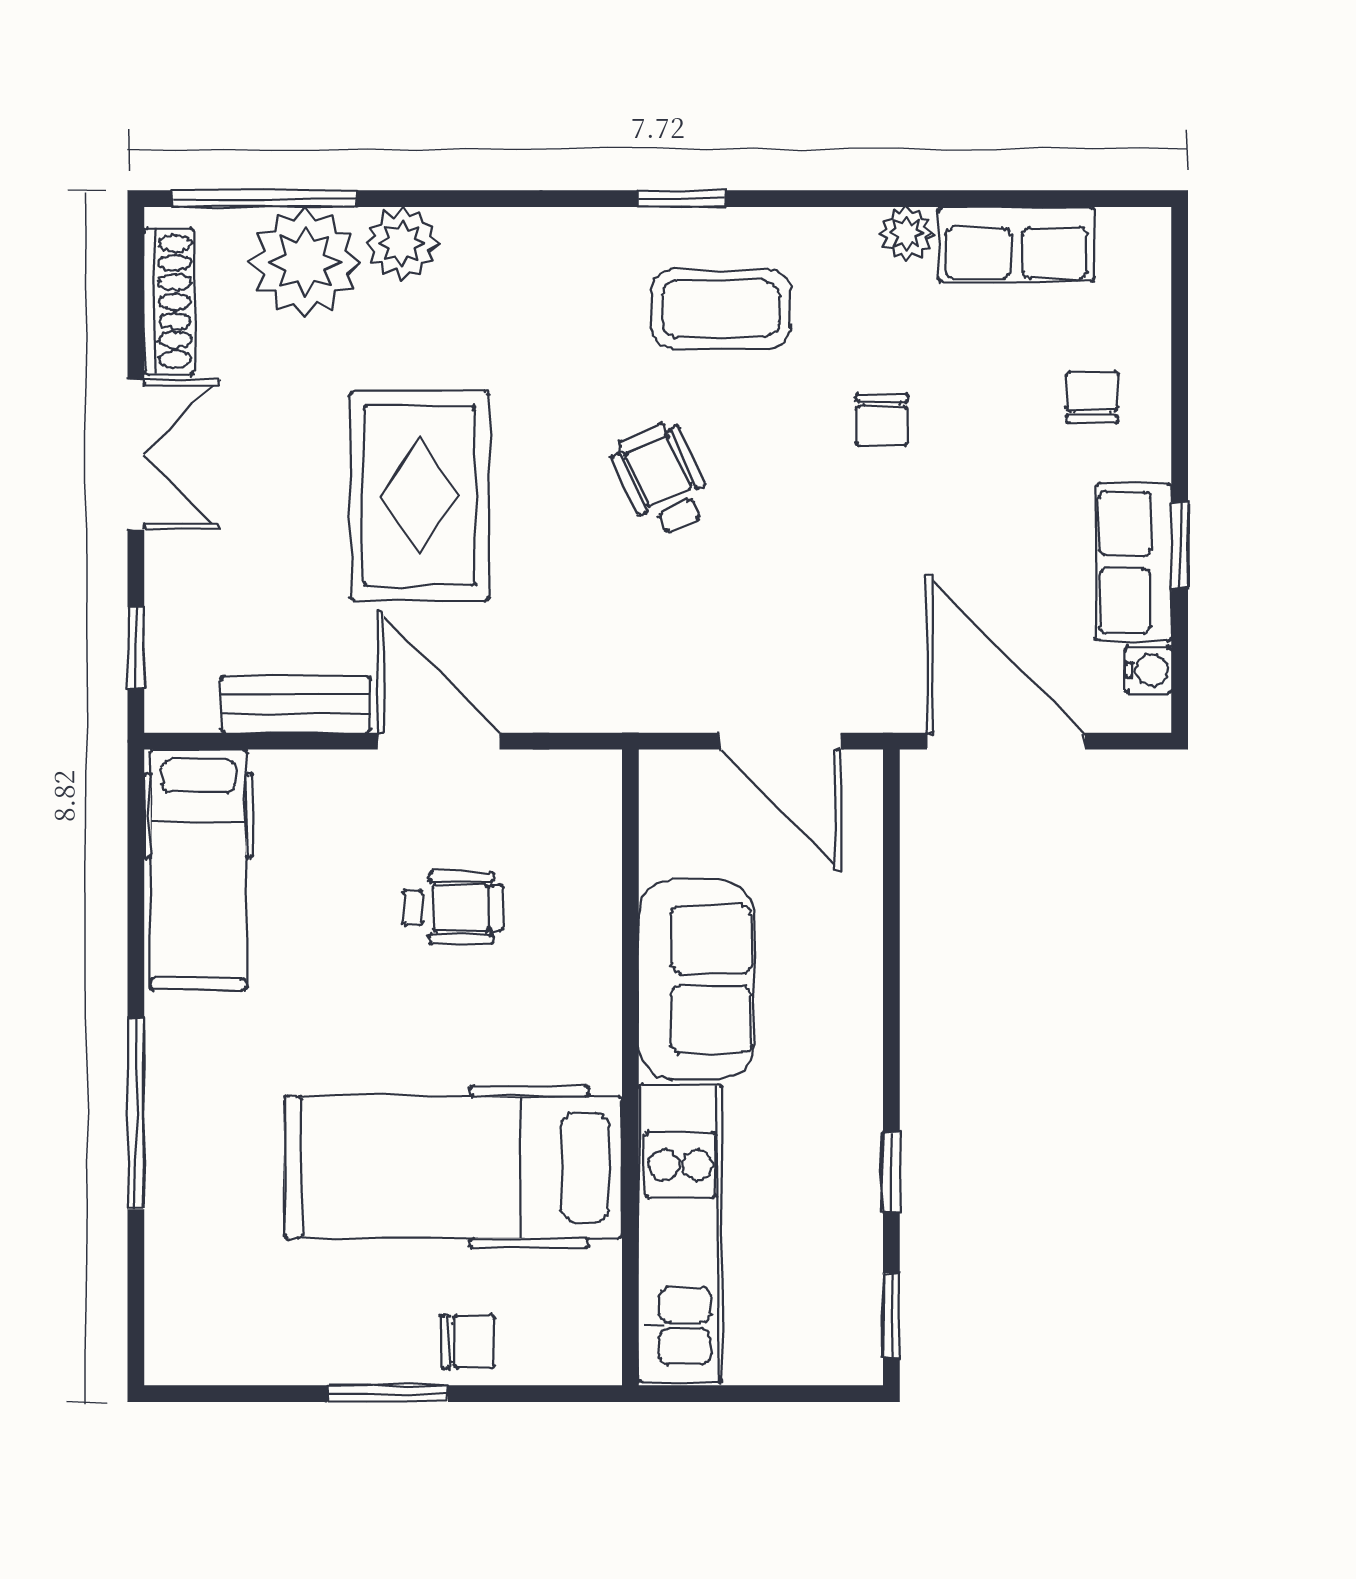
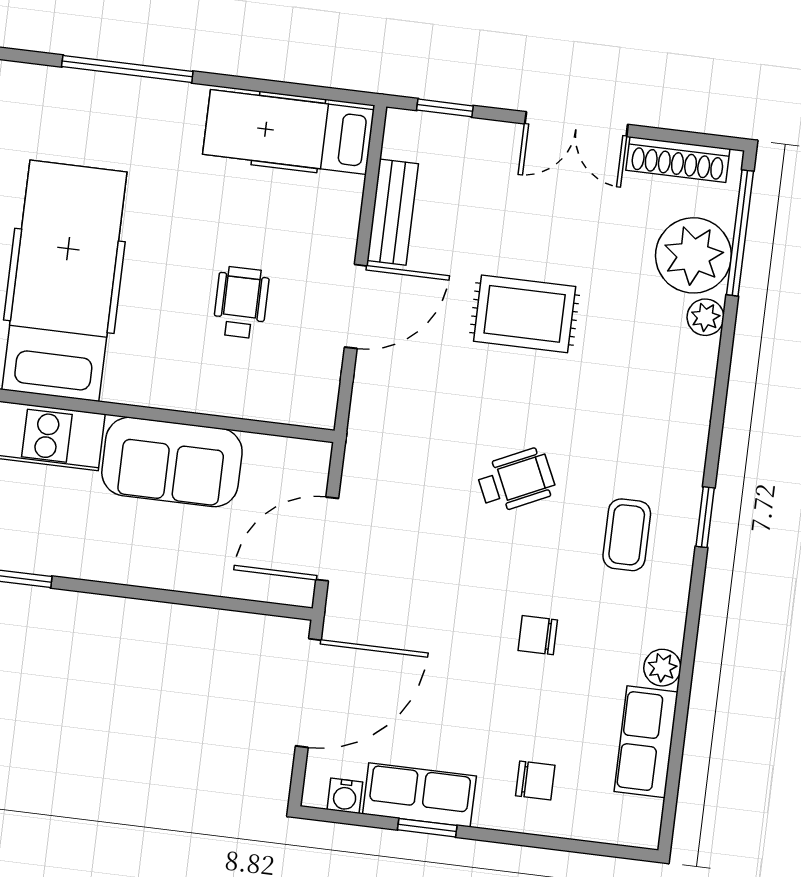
plant: (402, 244) -> (705, 317), width x0.73, depth x0.73
coffee table: (721, 309) -> (627, 535), width x0.73, depth x0.77
rug: (419, 496) -> (525, 314), width x0.73, depth x0.70
wheelchair: (453, 908) -> (241, 302), turned 180

